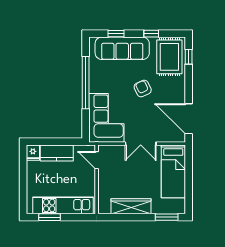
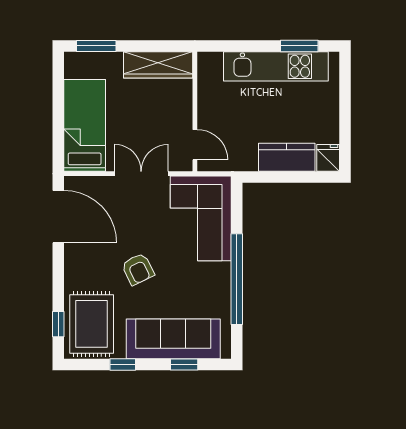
door: (97, 160) -> (195, 145), moved
wall: (97, 179) -> (195, 111), moved

